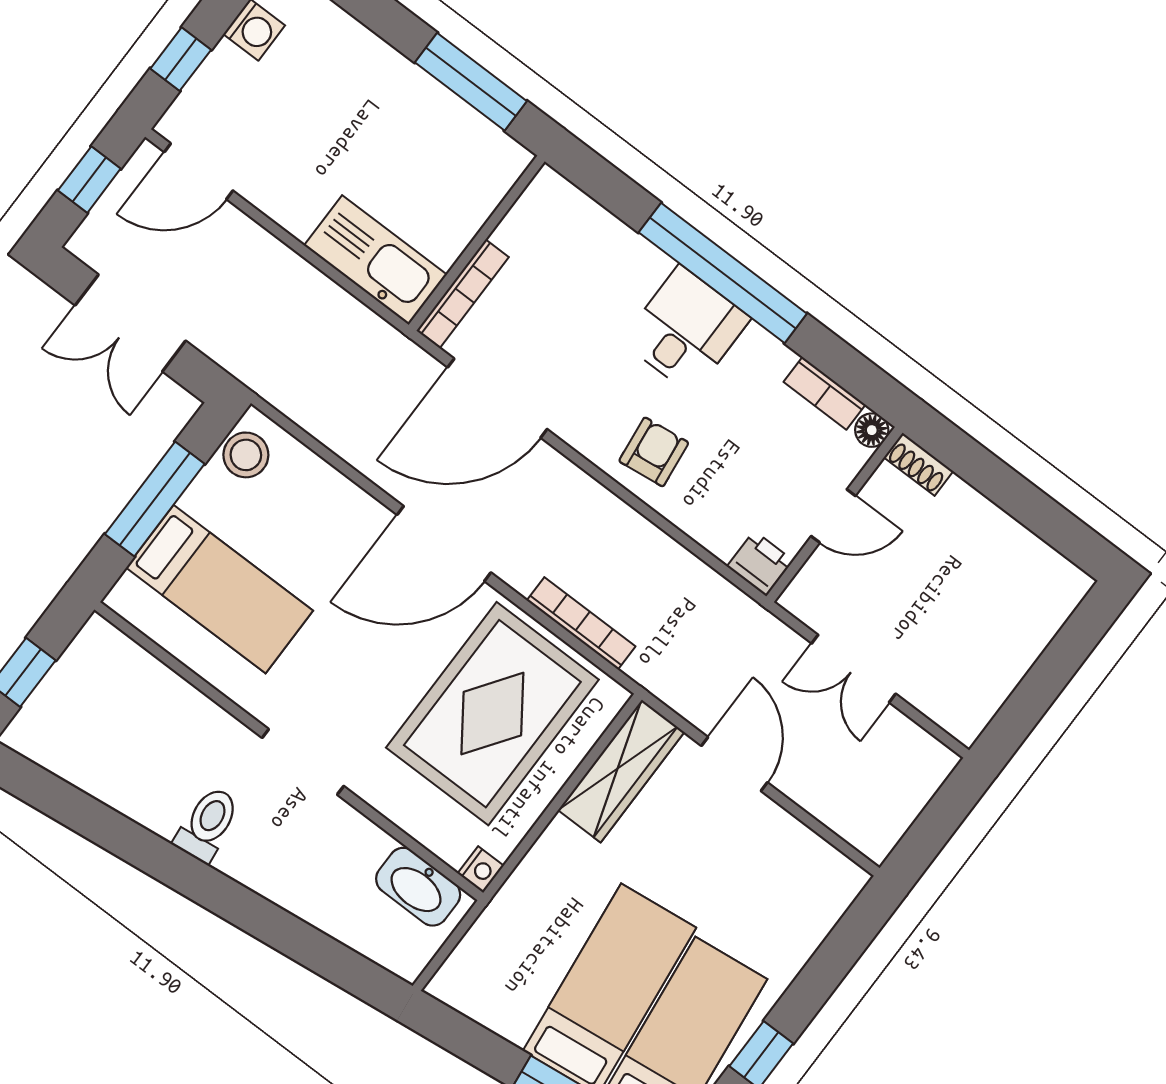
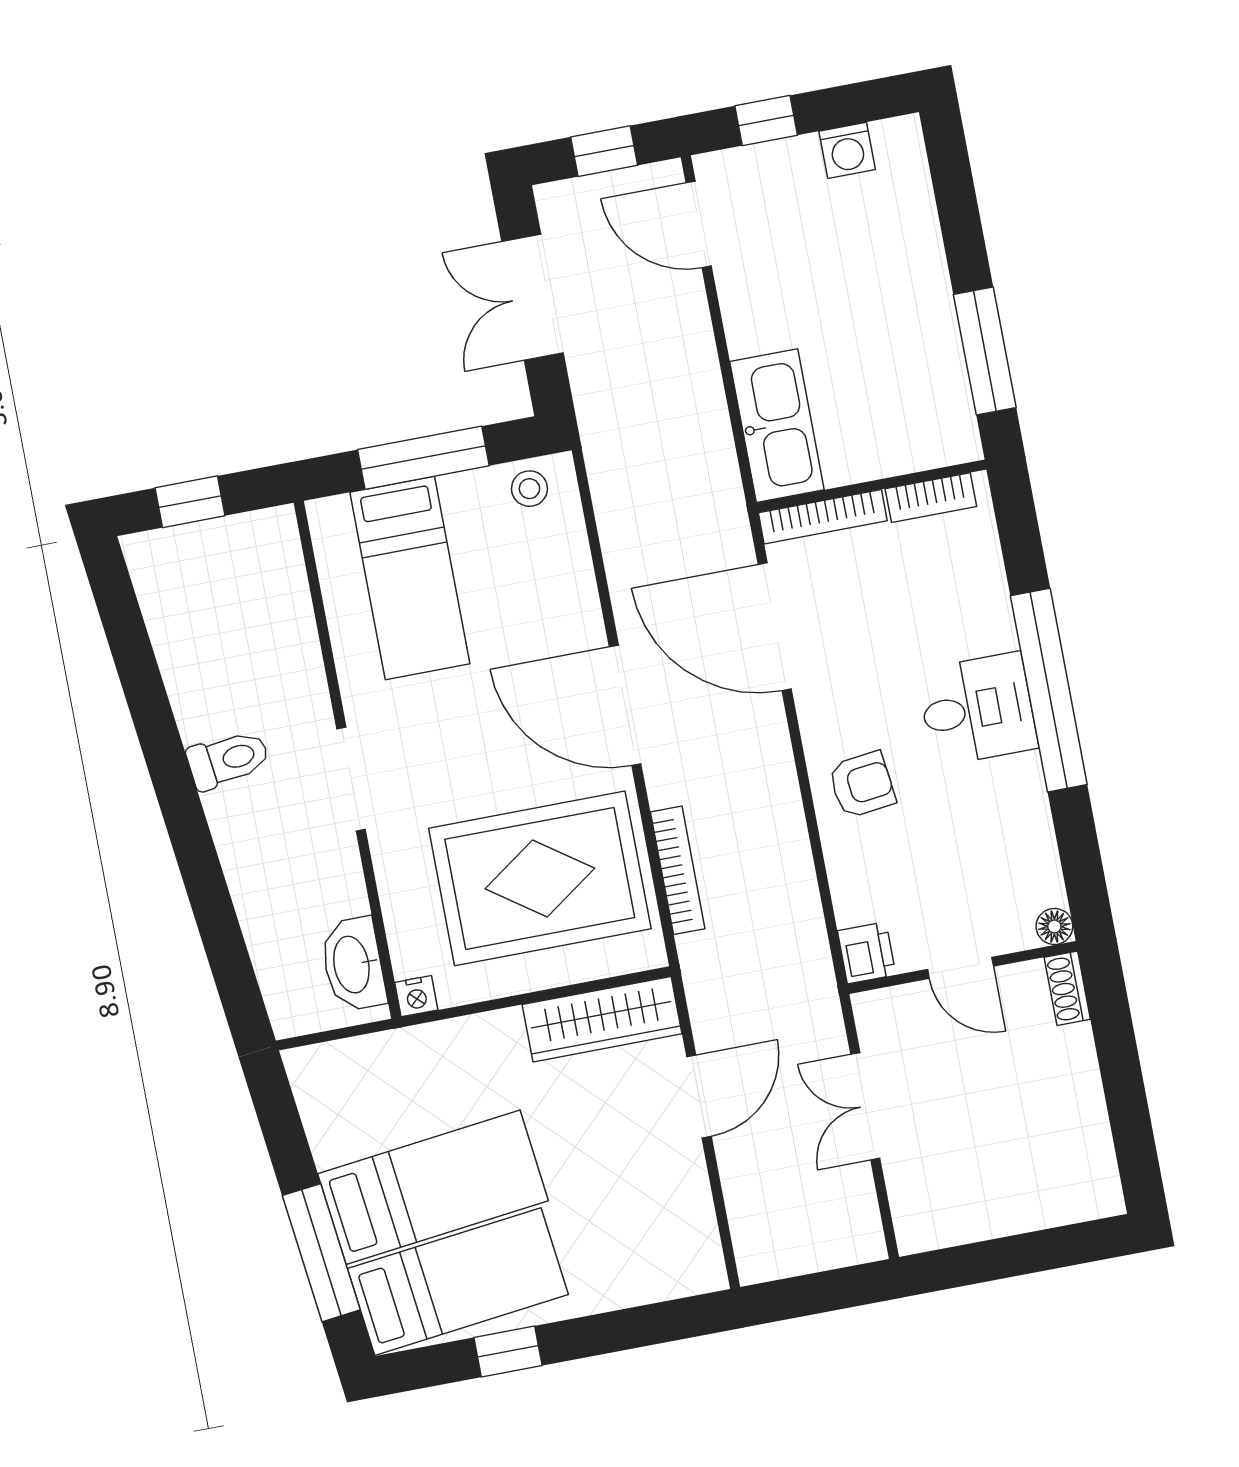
bookcase: (825, 393) -> (931, 498), moved, turned -90
stool: (246, 455) -> (529, 489), width x0.73, depth x0.73

